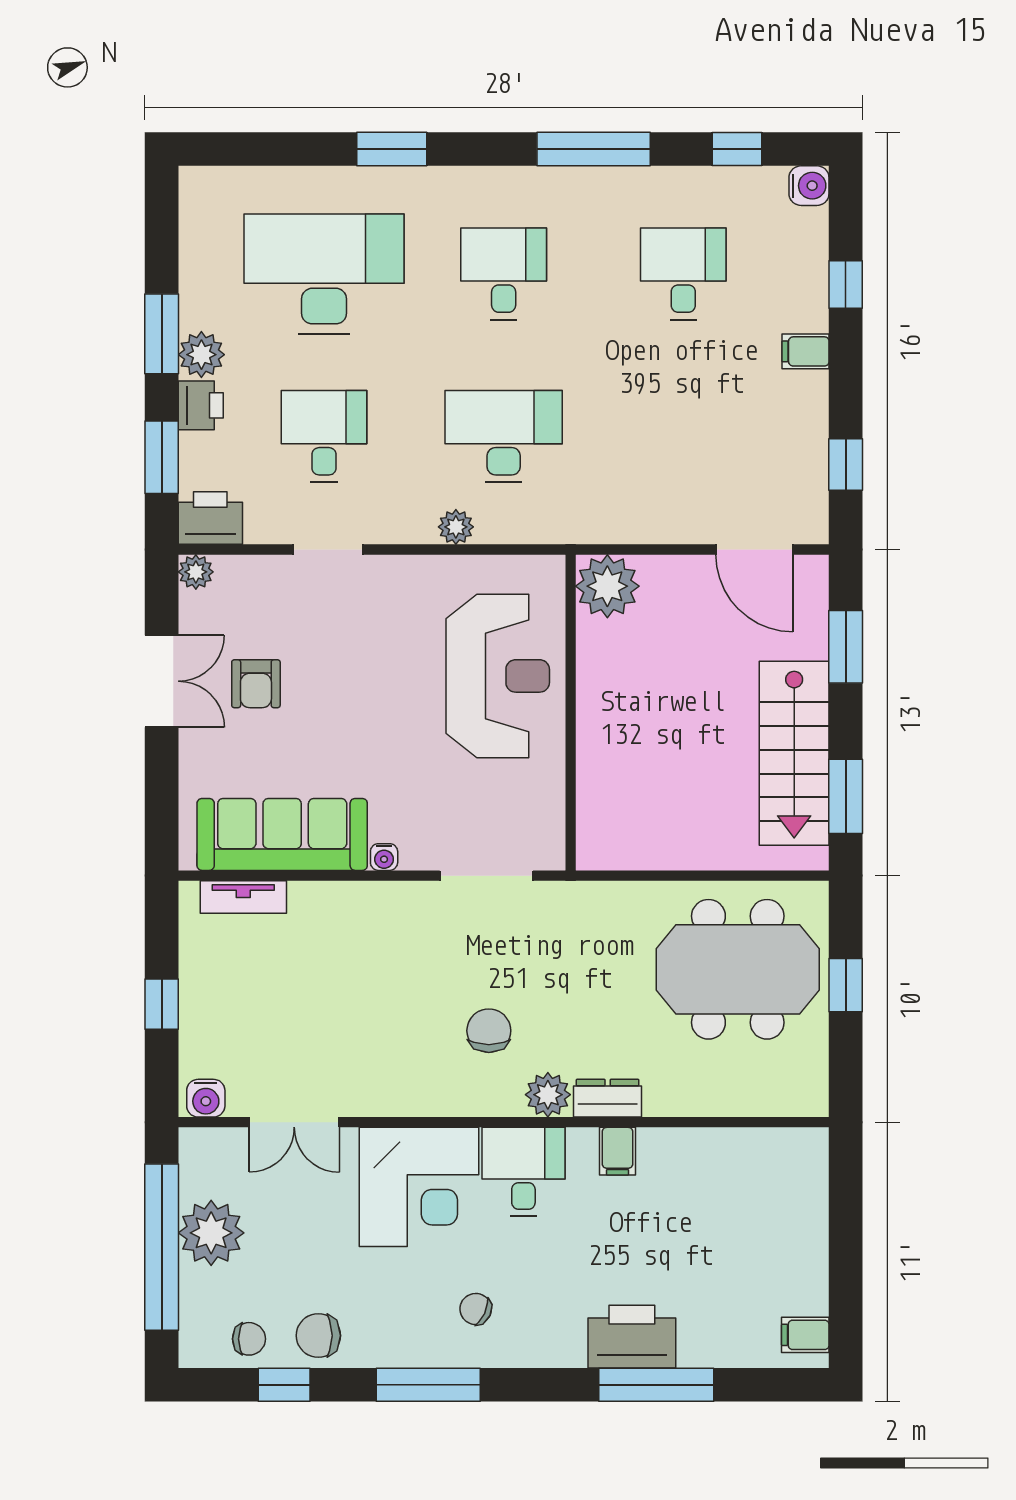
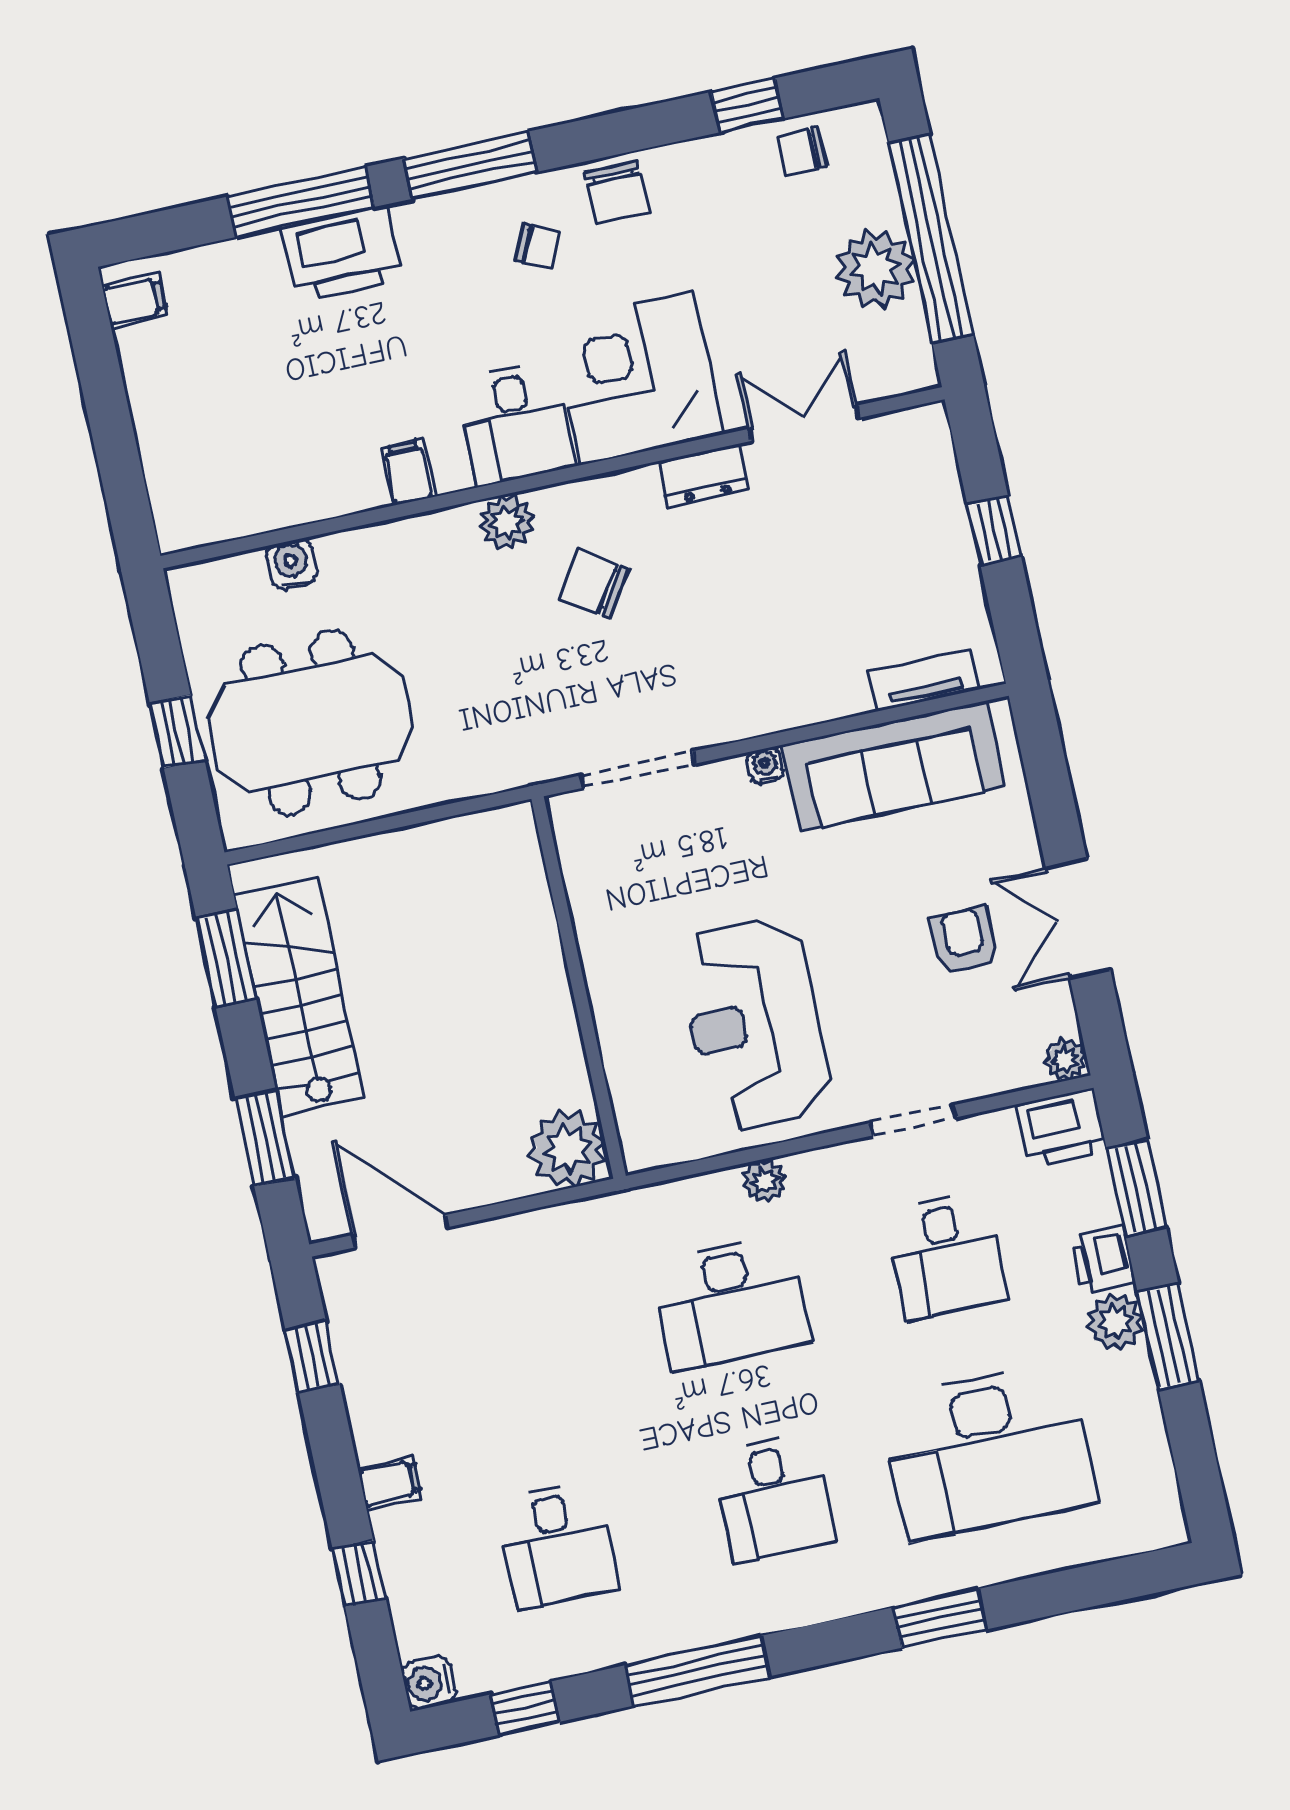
reception desk: (498, 676) -> (755, 1023), moved
chair: (489, 1031) -> (594, 584), turned 123
water cooler: (206, 1098) -> (292, 564), moved
dresser: (608, 1098) -> (704, 475), moved
chair: (318, 1336) -> (616, 192), moved, turned 90
window: (428, 1385) -> (470, 165), moved

